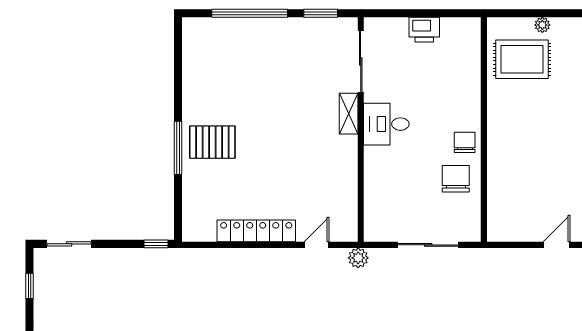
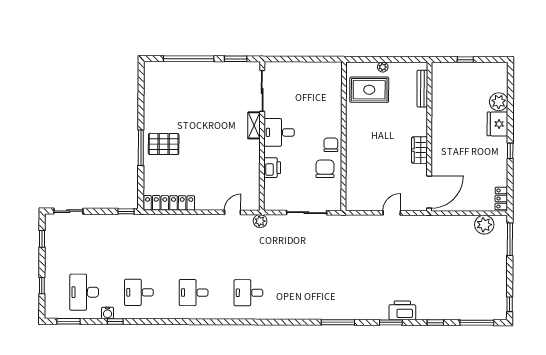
printer: (424, 30) -> (272, 168), moved, turned -90
locker: (256, 231) -> (169, 203), moved

